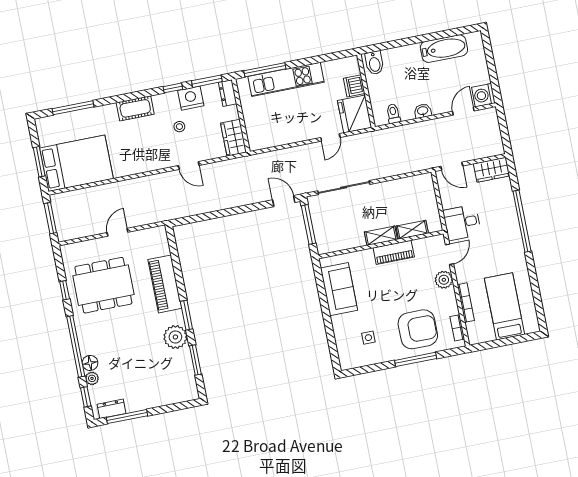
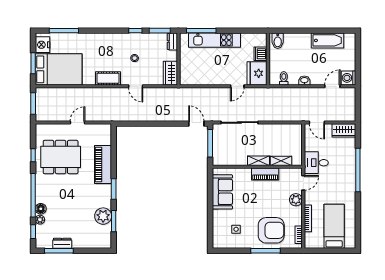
nightstand: (191, 98) -> (43, 45), moved, turned -90
cot: (135, 108) -> (108, 78), moved
plant: (175, 337) -> (103, 216), moved
dresser: (112, 409) -> (62, 243), moved

